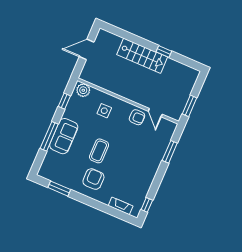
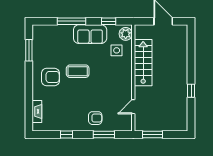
stairs: (142, 56) -> (143, 63), moved, turned 180
side table: (104, 111) -> (117, 50), moved
armchair: (137, 117) -> (95, 118), moved, turned -90
sofa: (64, 136) -> (90, 34), moved
window: (147, 205) -> (67, 134), moved

